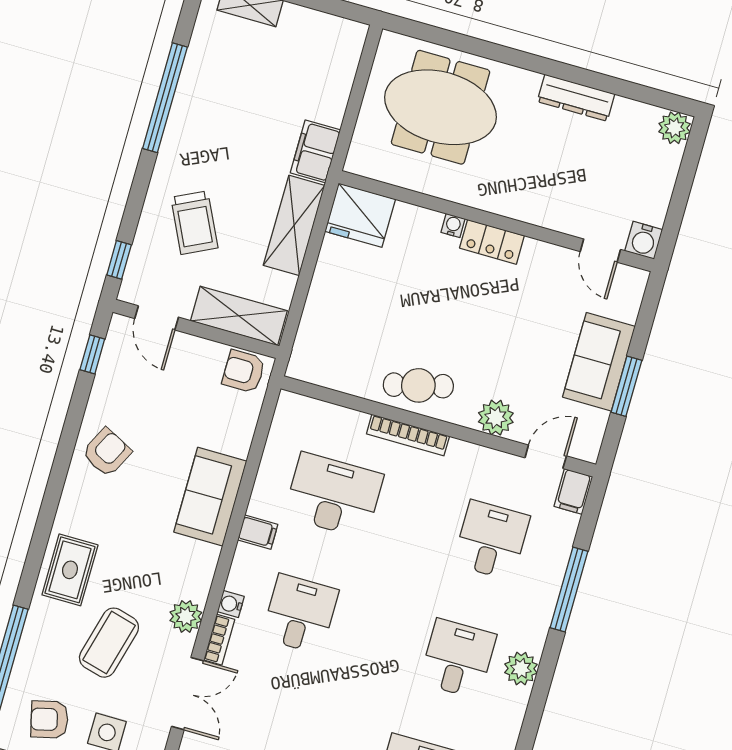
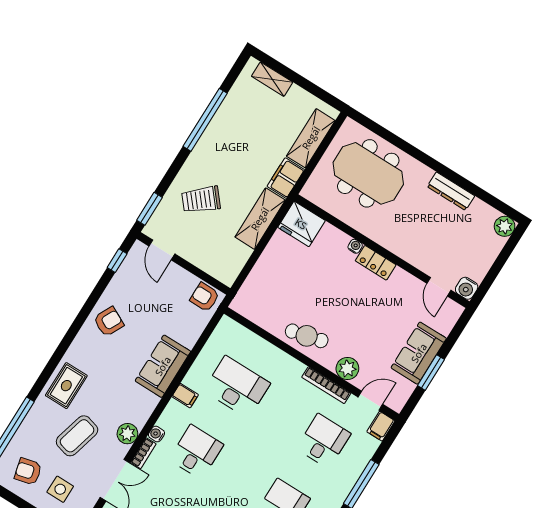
trolley: (194, 223) -> (201, 200), turned 76
window: (119, 260) -> (149, 209), width x1.50
shelving: (239, 316) -> (311, 138), moved, turned 90
bookcase: (408, 435) -> (326, 385), moved

